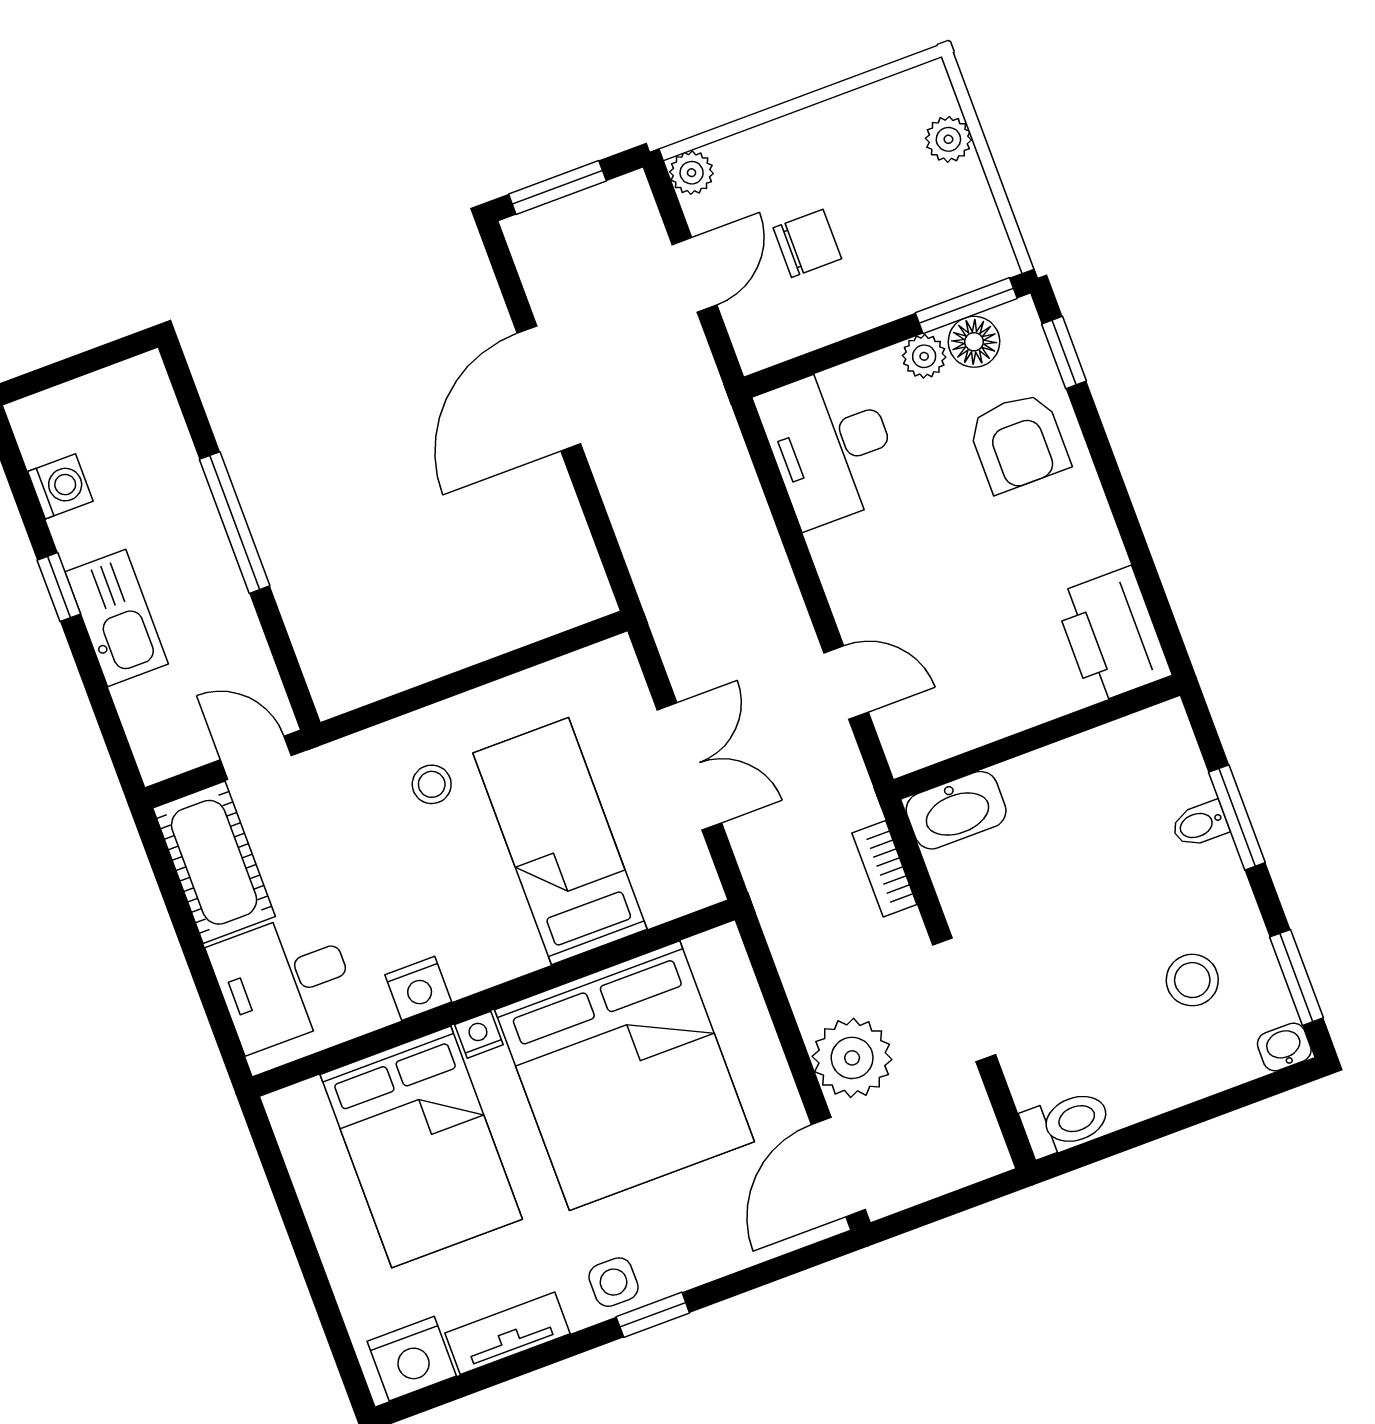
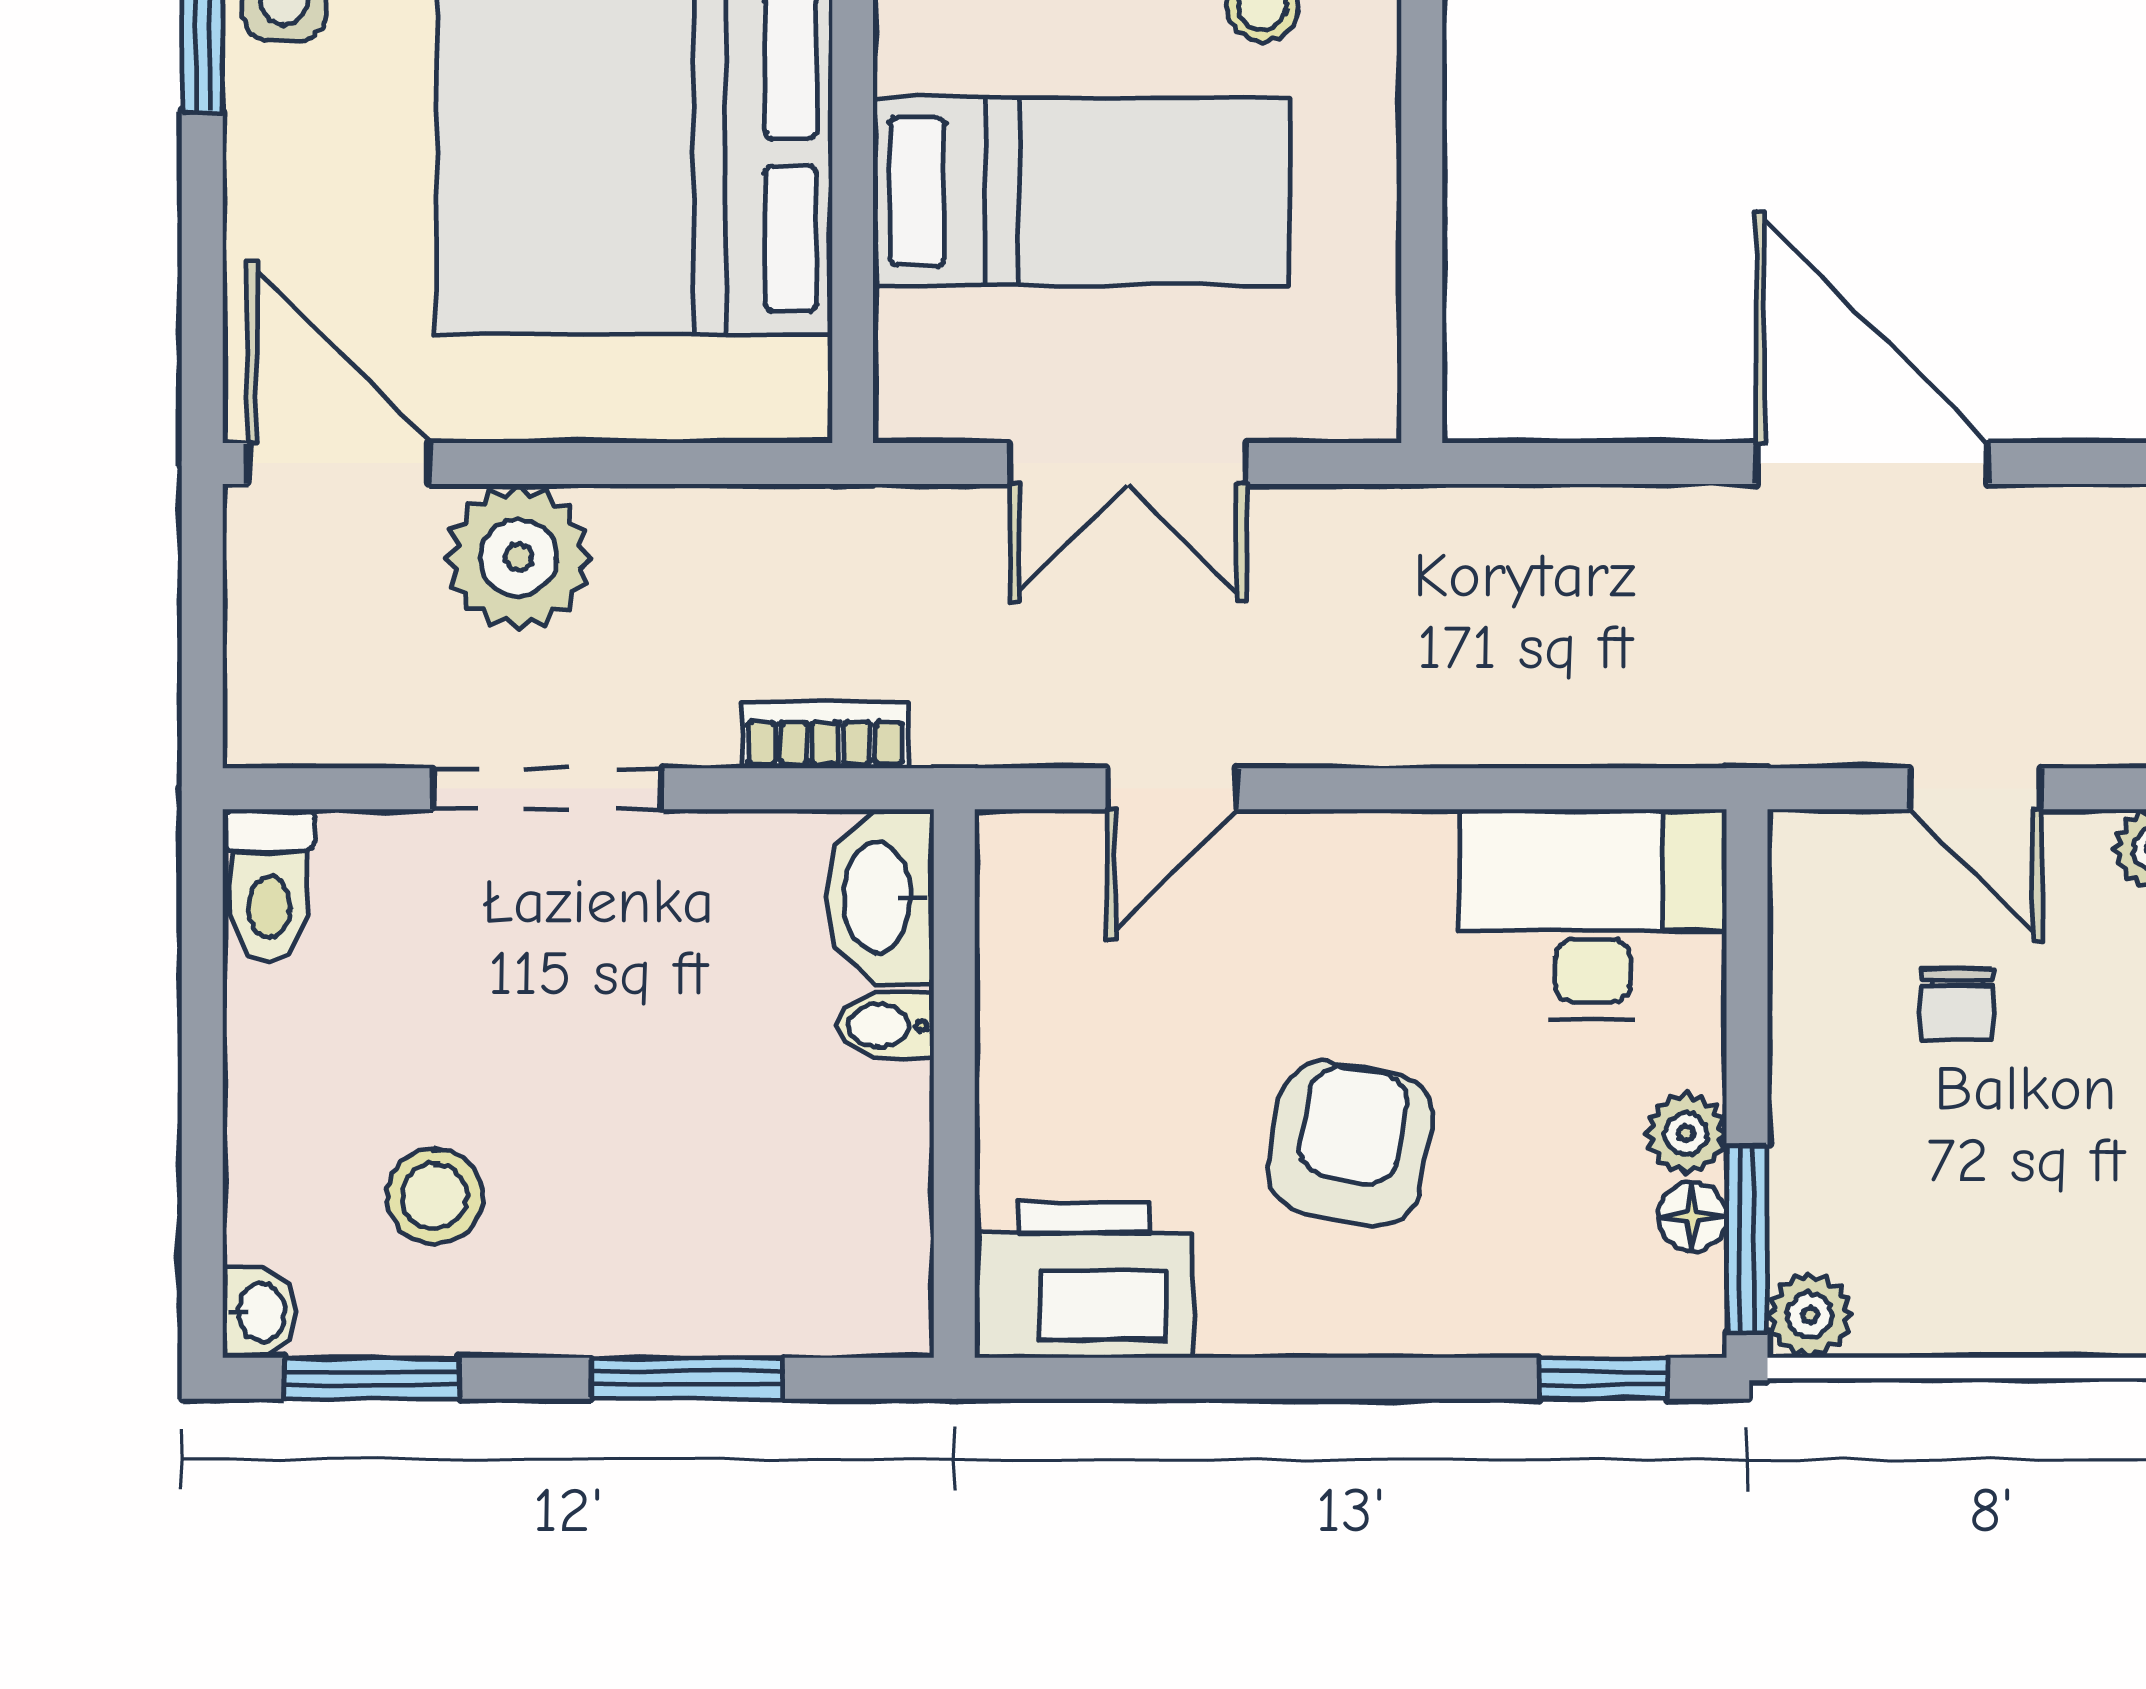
plant: (948, 139) -> (1810, 1315), moved
chair: (807, 243) -> (1957, 1004), width x0.73, depth x0.73
floor lamp: (974, 342) -> (1692, 1217), width x0.73, depth x0.73
armchair: (1019, 442) -> (1350, 1144), moved, turned 101
bidet: (1200, 824) -> (885, 1026), moved, turned -90

